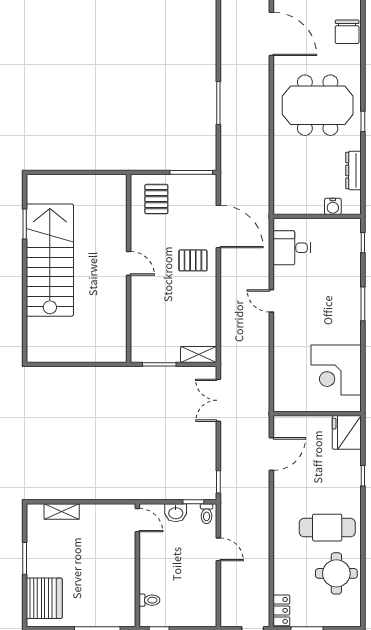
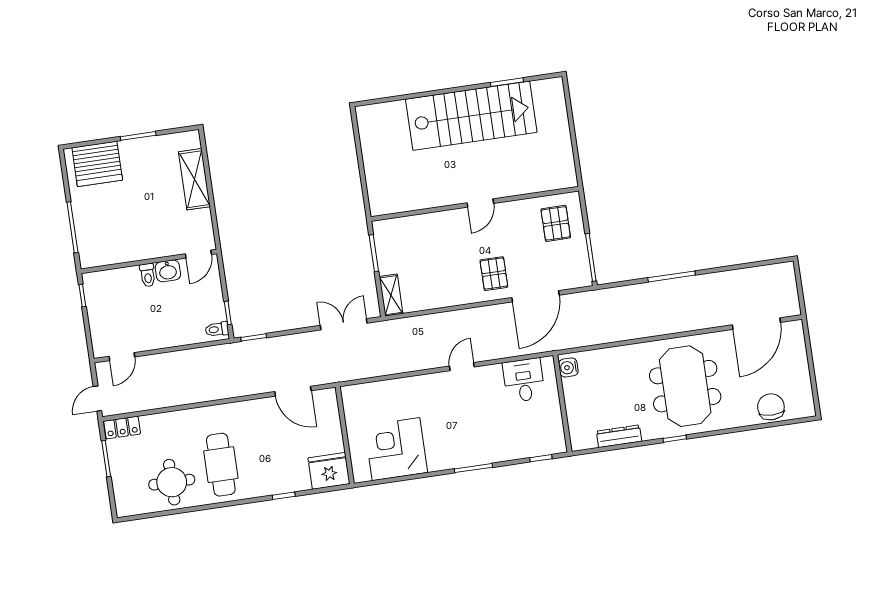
chair: (347, 32) -> (771, 407), turned 90
pallet: (156, 199) -> (556, 223), turned 90
water cooler: (333, 206) -> (568, 367), moved
shelving: (62, 511) -> (194, 179), width x1.50, depth x1.33
washbasin: (176, 513) -> (168, 271), moved, turned -90
door: (218, 549) -> (122, 357), moved
toilet: (149, 600) -> (148, 275), moved

